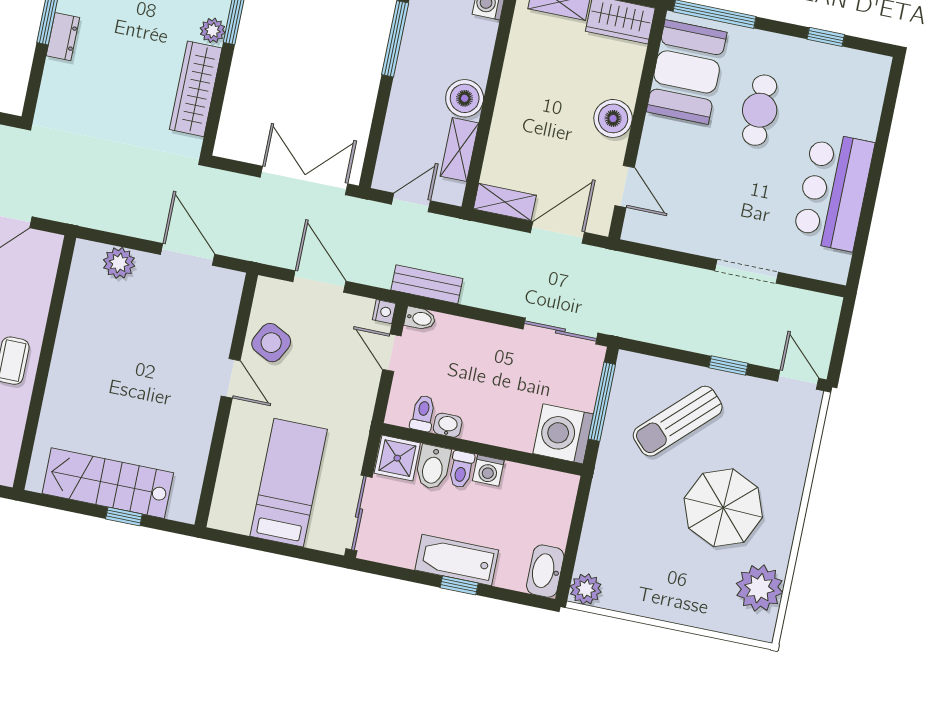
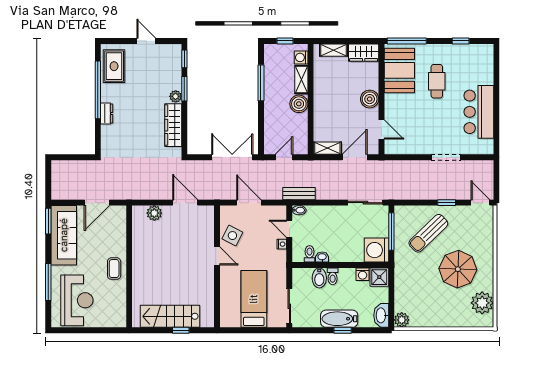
shelving: (459, 150) -> (301, 80), moved
nightstand: (384, 312) -> (282, 244), moved
shower: (397, 458) -> (379, 277), moved
washing machine: (488, 471) -> (363, 274), moved

